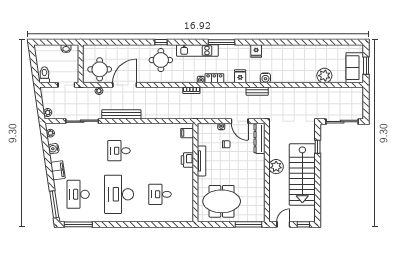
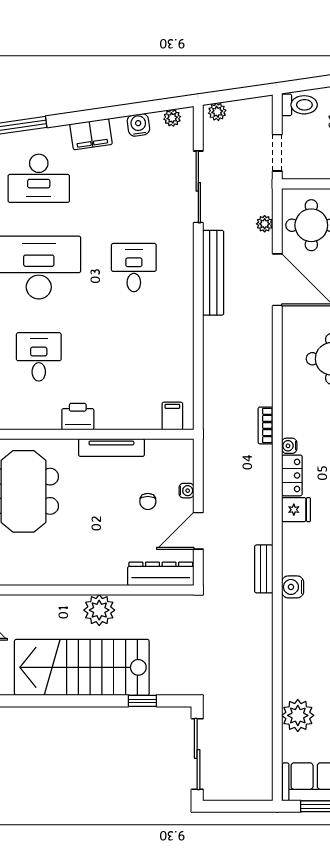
fridge: (240, 76) -> (296, 510), moved
printer: (187, 160) -> (78, 417), moved
desk: (78, 194) -> (39, 178), turned 180

